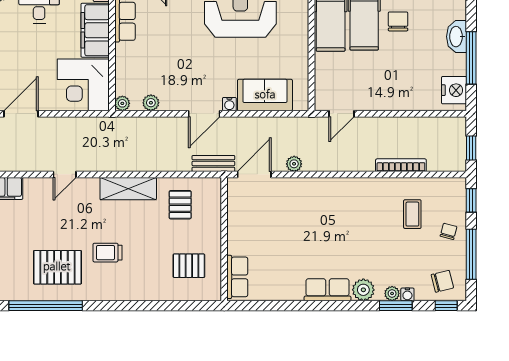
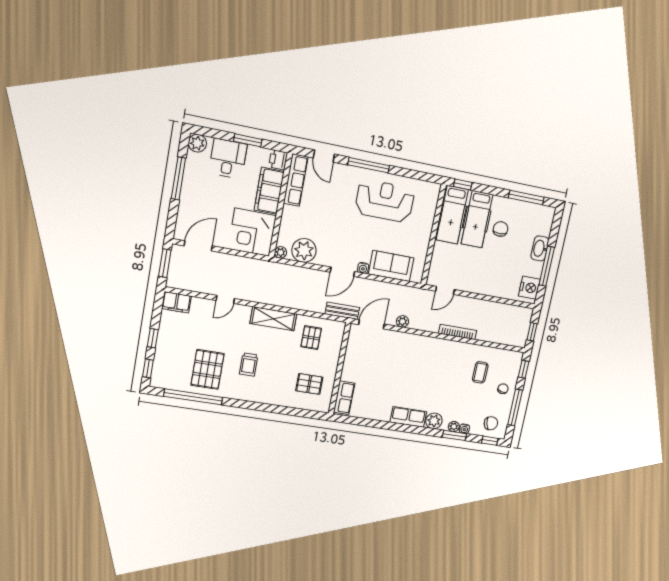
plant: (151, 103) -> (304, 250), width x1.88, depth x1.88
bookcase: (401, 165) -> (458, 332), moved
trolley: (107, 253) -> (249, 364), turned -90
pallet: (57, 267) -> (208, 369), turned 90

